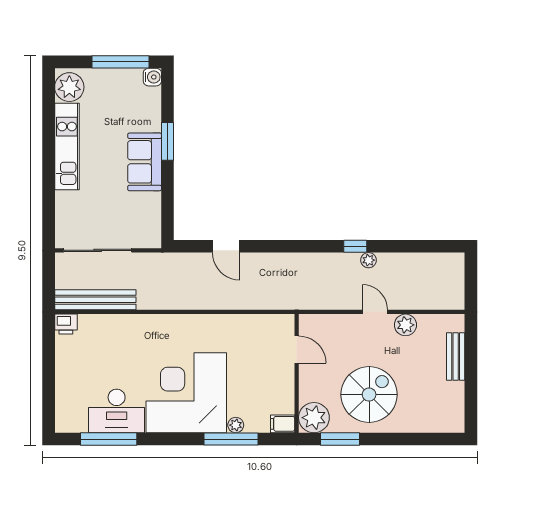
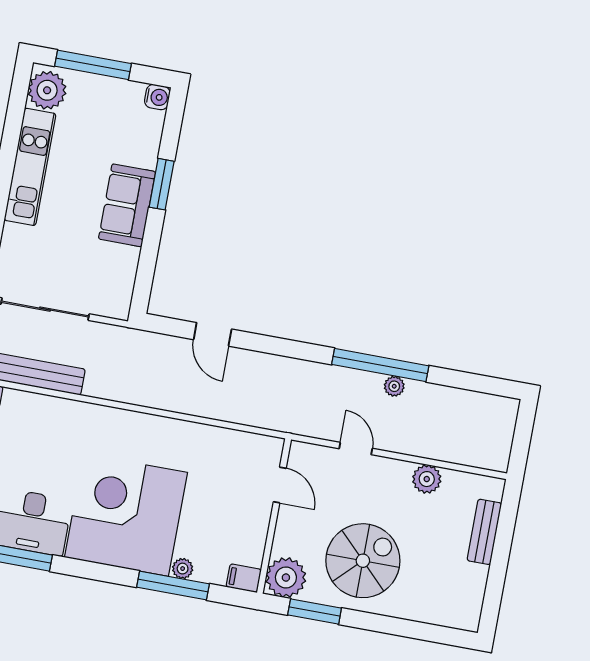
window: (120, 62) -> (93, 65), moved
window: (355, 246) -> (380, 365), width x3.17
door: (375, 312) -> (356, 449), moved

